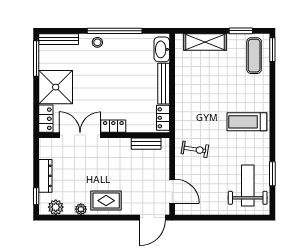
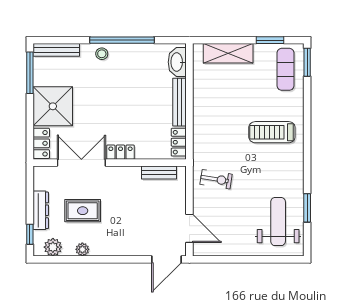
treadmill: (247, 122) -> (272, 132), moved
rug: (106, 201) -> (83, 211), moved

